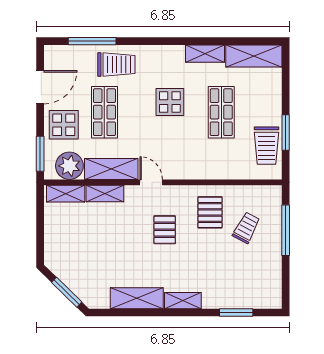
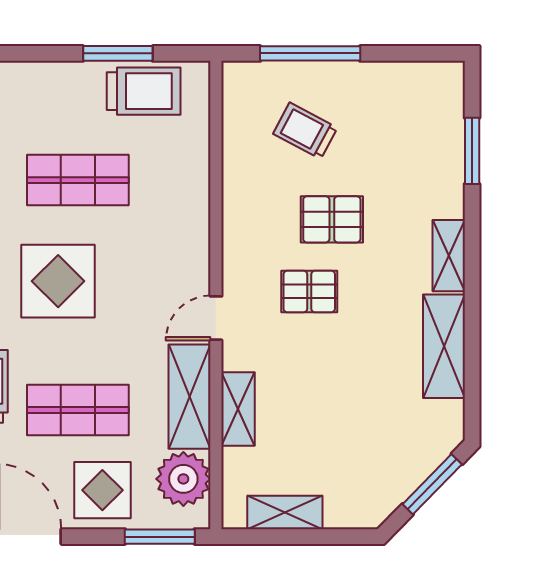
display table: (170, 102) -> (58, 281), width x1.36, depth x1.36
shelving: (66, 194) -> (285, 512), moved, turned 90
pallet: (210, 212) -> (332, 219), moved

